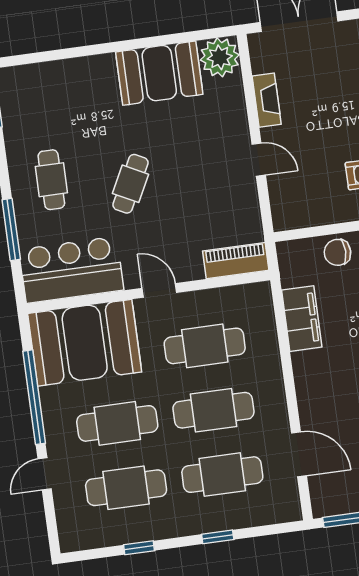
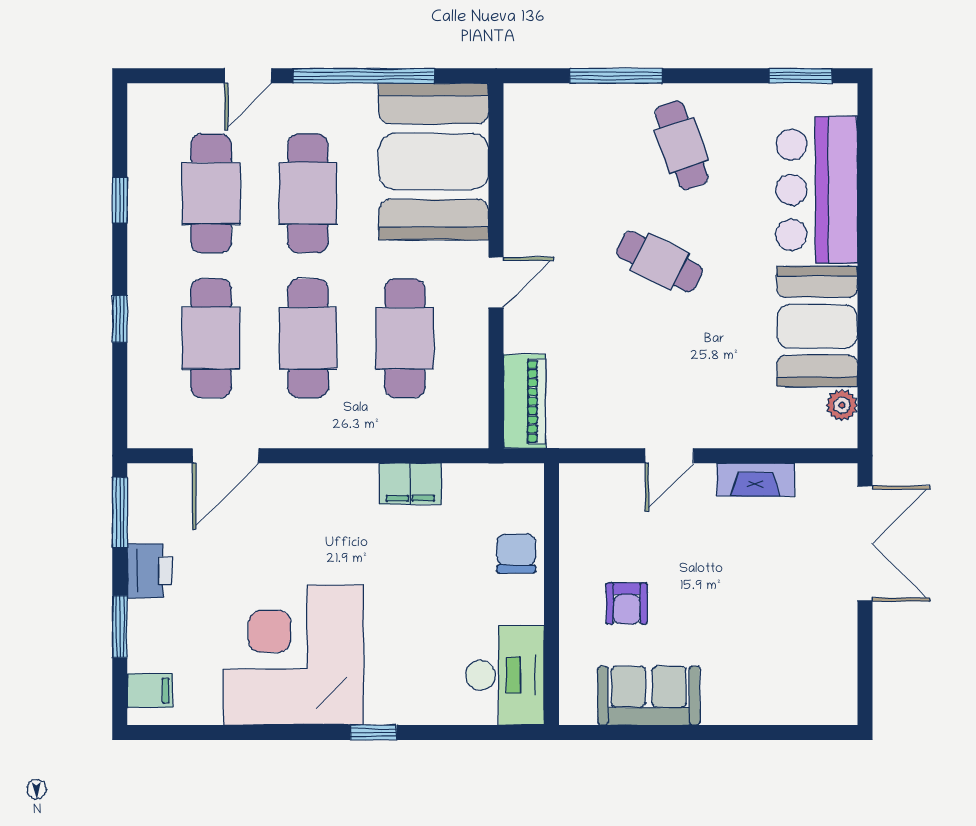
plant: (220, 57) -> (842, 405), width x0.53, depth x0.53
cafe table: (51, 180) -> (682, 145), turned 71
bar counter: (71, 270) -> (817, 190), moved, turned 180
filing cabinet: (302, 319) -> (410, 484), width x0.67, depth x0.86
door: (45, 474) -> (248, 76), swing flipped

